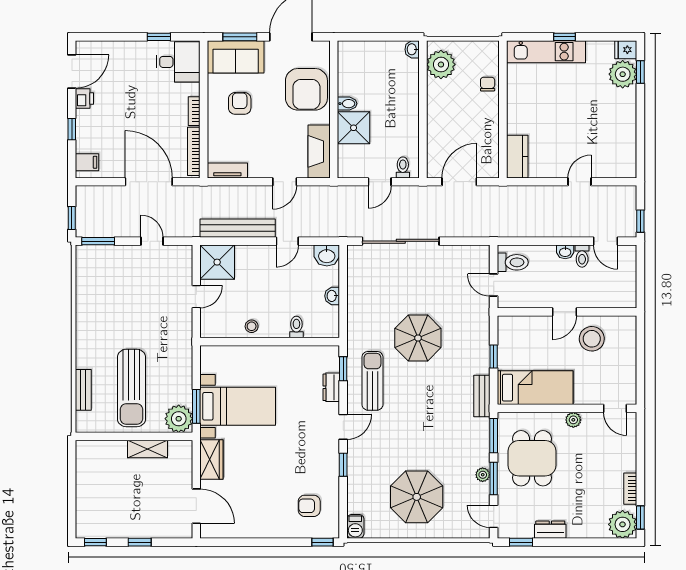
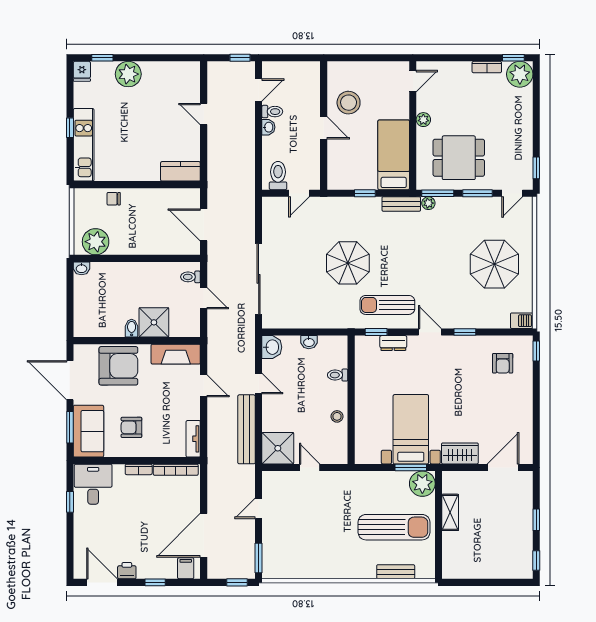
plant: (623, 74) -> (128, 74), moved
door: (149, 182) -> (204, 535), moved
plant: (483, 475) -> (428, 203), moved
dresser: (550, 530) -> (525, 141), removed

